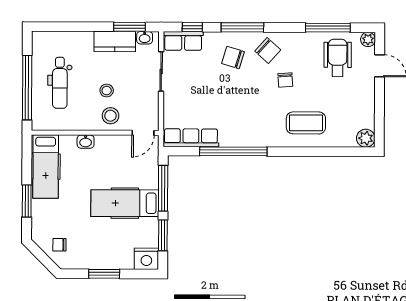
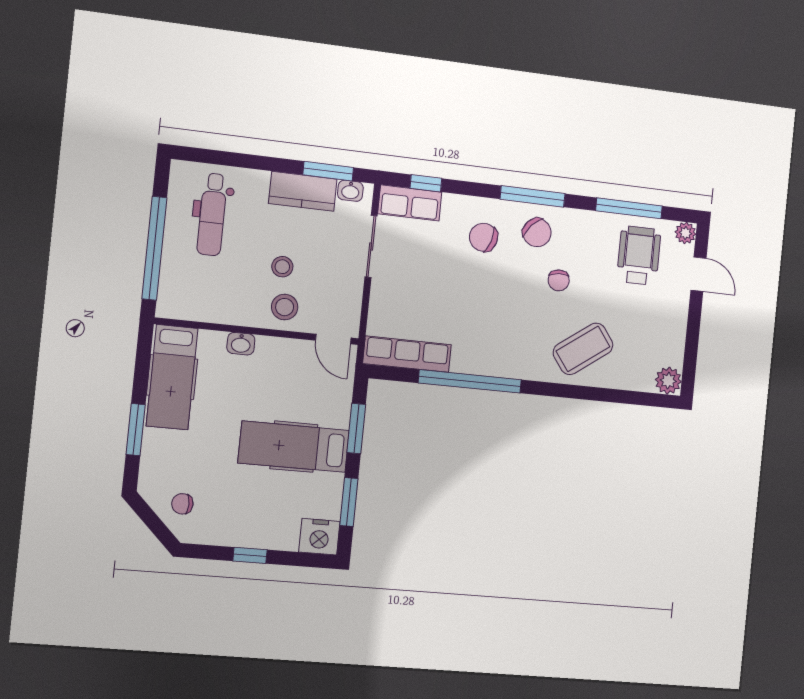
window: (242, 27) -> (533, 196), moved
dental chair: (60, 83) -> (212, 214), moved
coffee table: (306, 123) -> (583, 349), turned -36
door: (143, 133) -> (333, 339), hinge flipped
window: (163, 188) -> (356, 429), width x0.69
window: (104, 274) -> (250, 555), width x0.67

